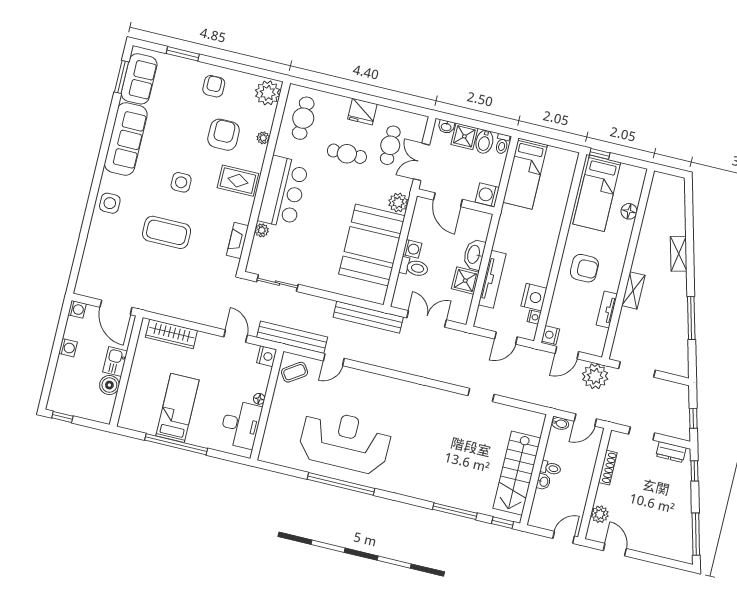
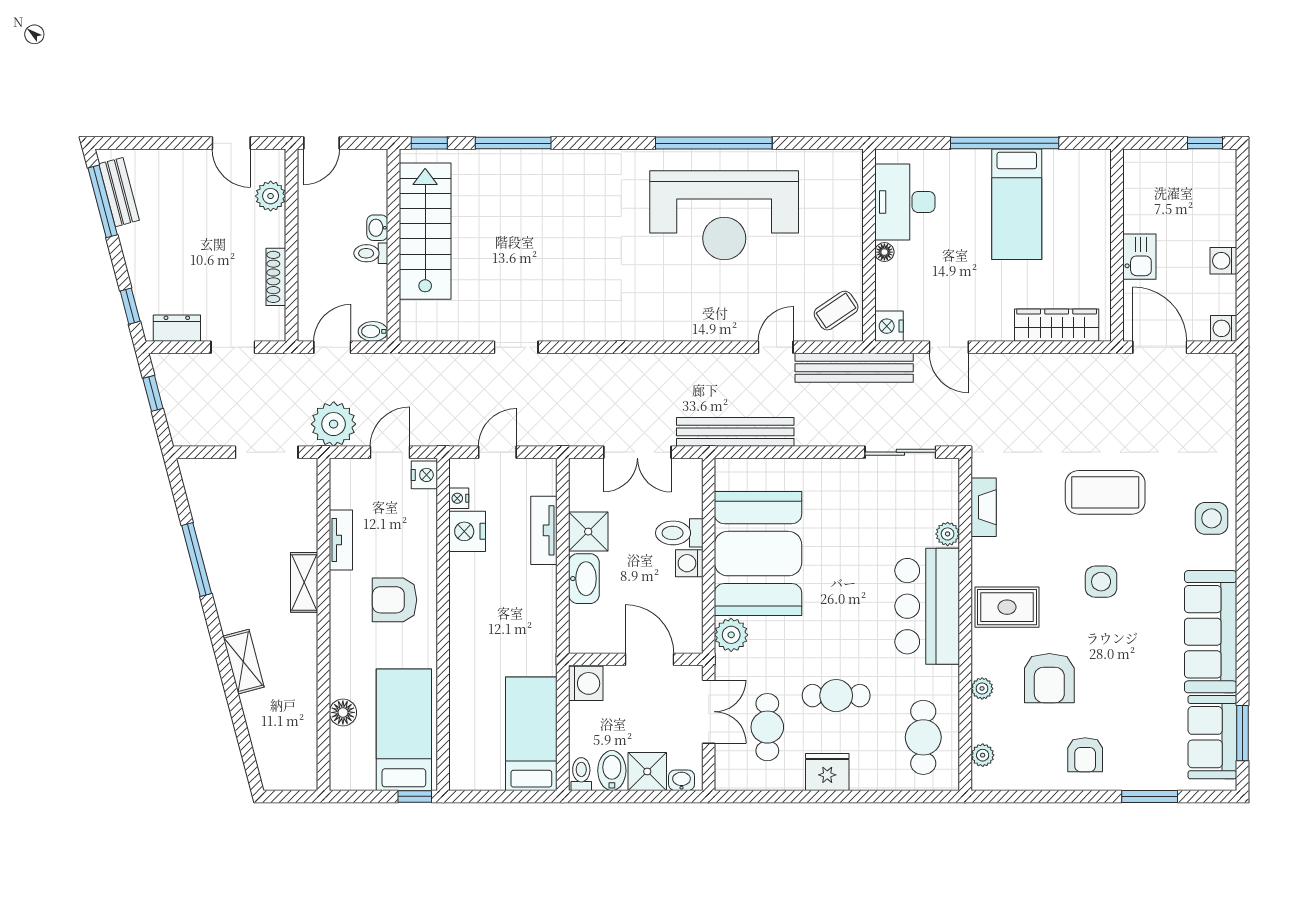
plant: (268, 93) -> (983, 755), width x0.53, depth x0.53
tv unit: (492, 279) -> (544, 530), width x0.71
boiler: (109, 385) -> (1139, 215), removed
bench: (685, 537) -> (119, 192), added

